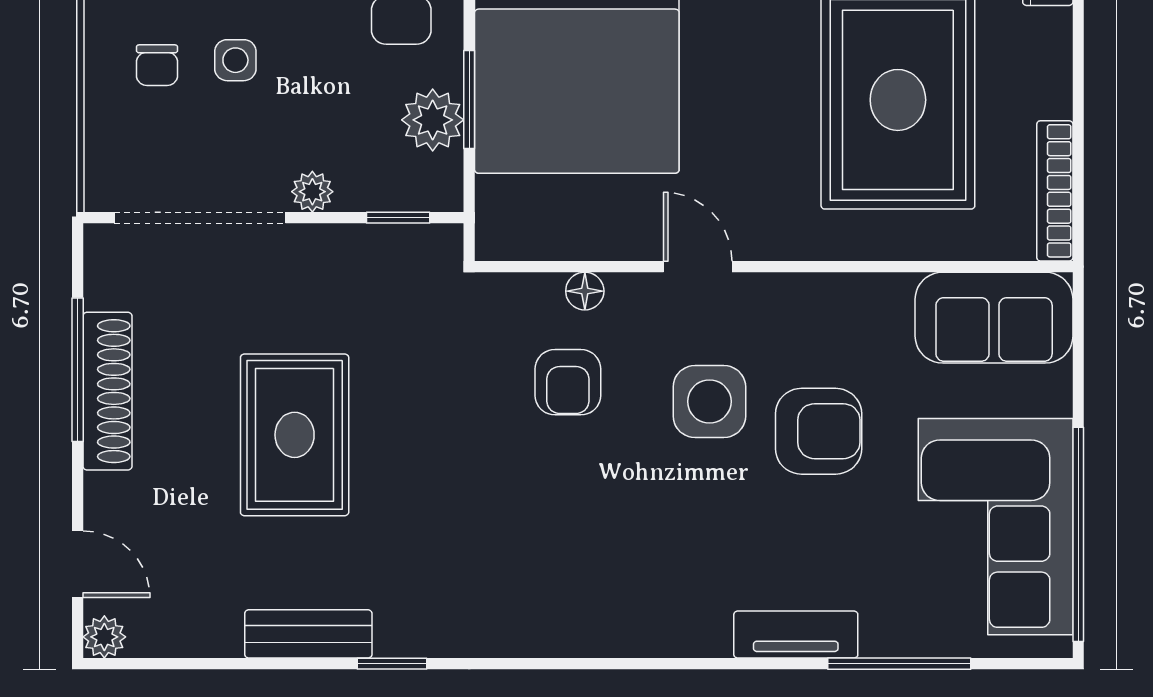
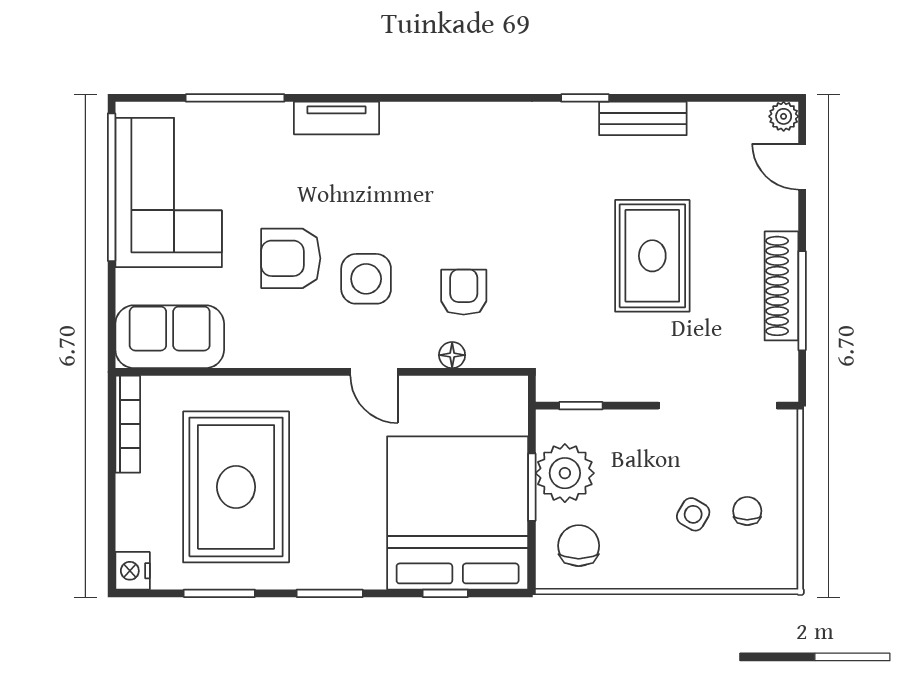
side table: (235, 60) -> (693, 514), turned 30
plant: (433, 120) -> (565, 473), width x1.36, depth x1.36
plant: (312, 192) -> (640, 424), removed
tv unit: (796, 635) -> (337, 118), moved

